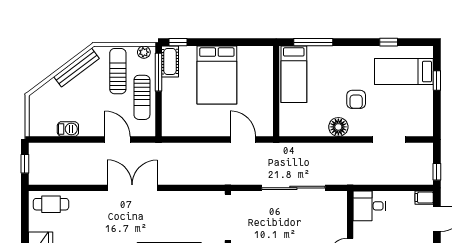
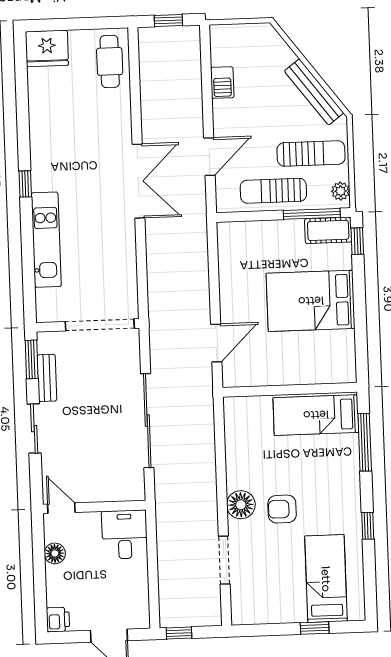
window: (389, 42) -> (368, 526), moved
floor lamp: (338, 127) -> (241, 505), moved
filing cabinet: (424, 198) -> (140, 615), removed

